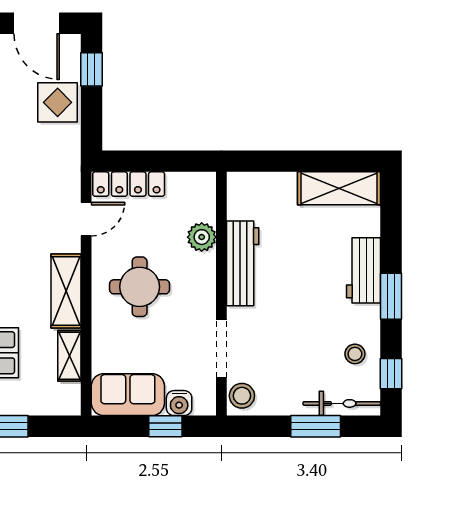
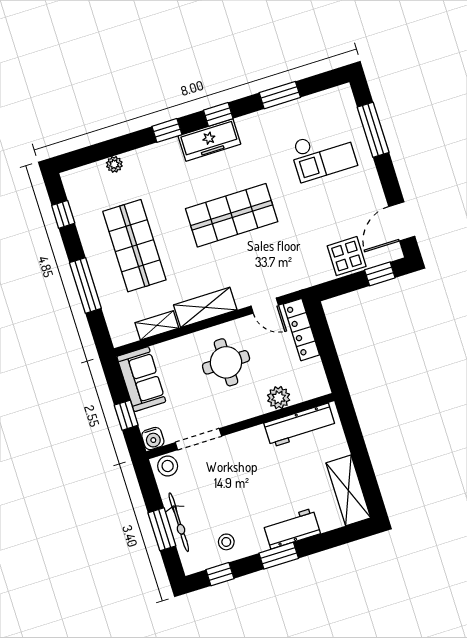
workbench: (243, 263) -> (300, 425), moved
water cooler: (179, 403) -> (153, 439), moved, turned -90
bicycle: (342, 403) -> (179, 522), moved

